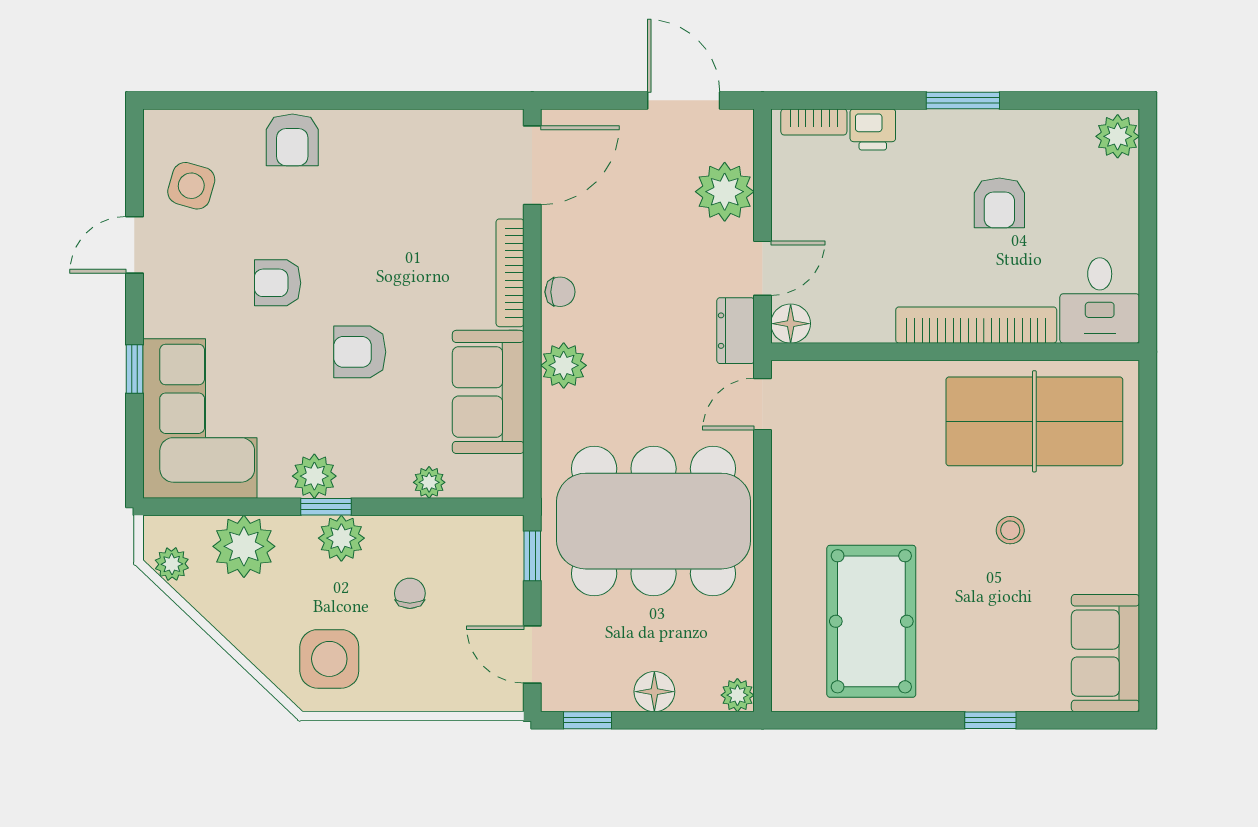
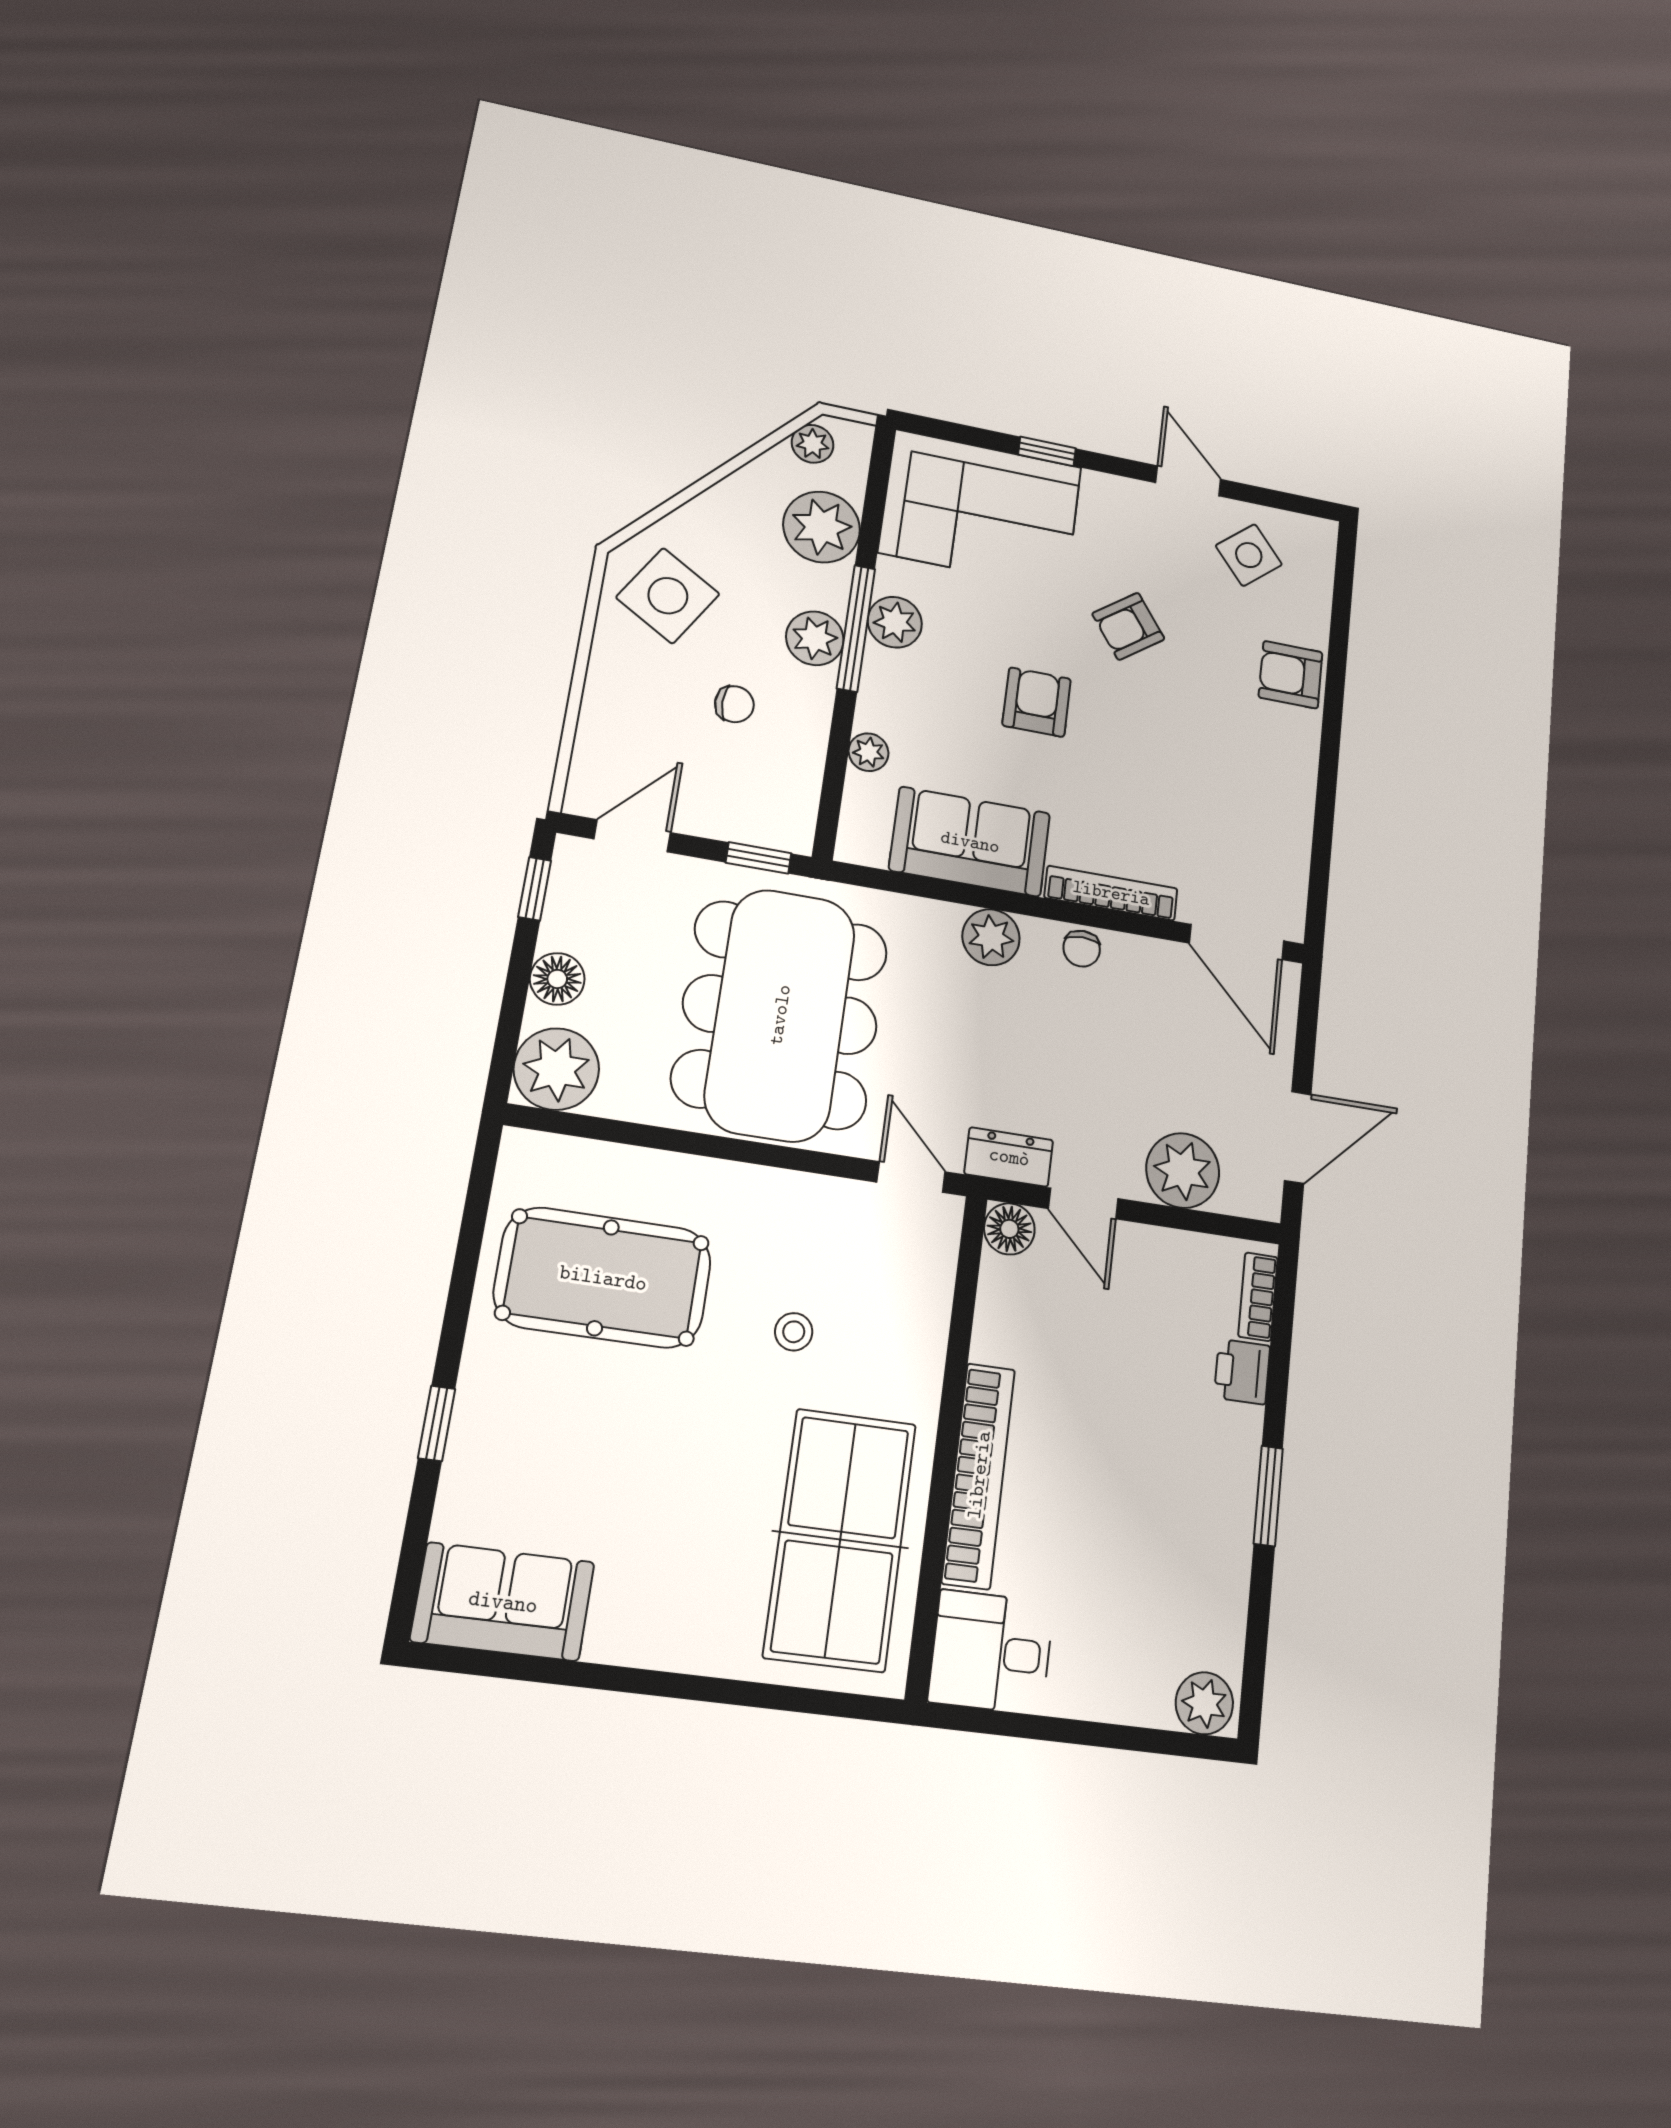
side table: (191, 186) -> (1249, 555), turned 34
armchair: (999, 203) -> (1134, 1528), removed
armchair: (278, 283) -> (1128, 626), turned -126
window: (326, 507) -> (856, 628), width x2.17
stool: (1010, 530) -> (794, 1332), moved
side table: (329, 659) -> (668, 596), turned 31
plant: (737, 695) -> (556, 1069), width x1.88, depth x1.88

